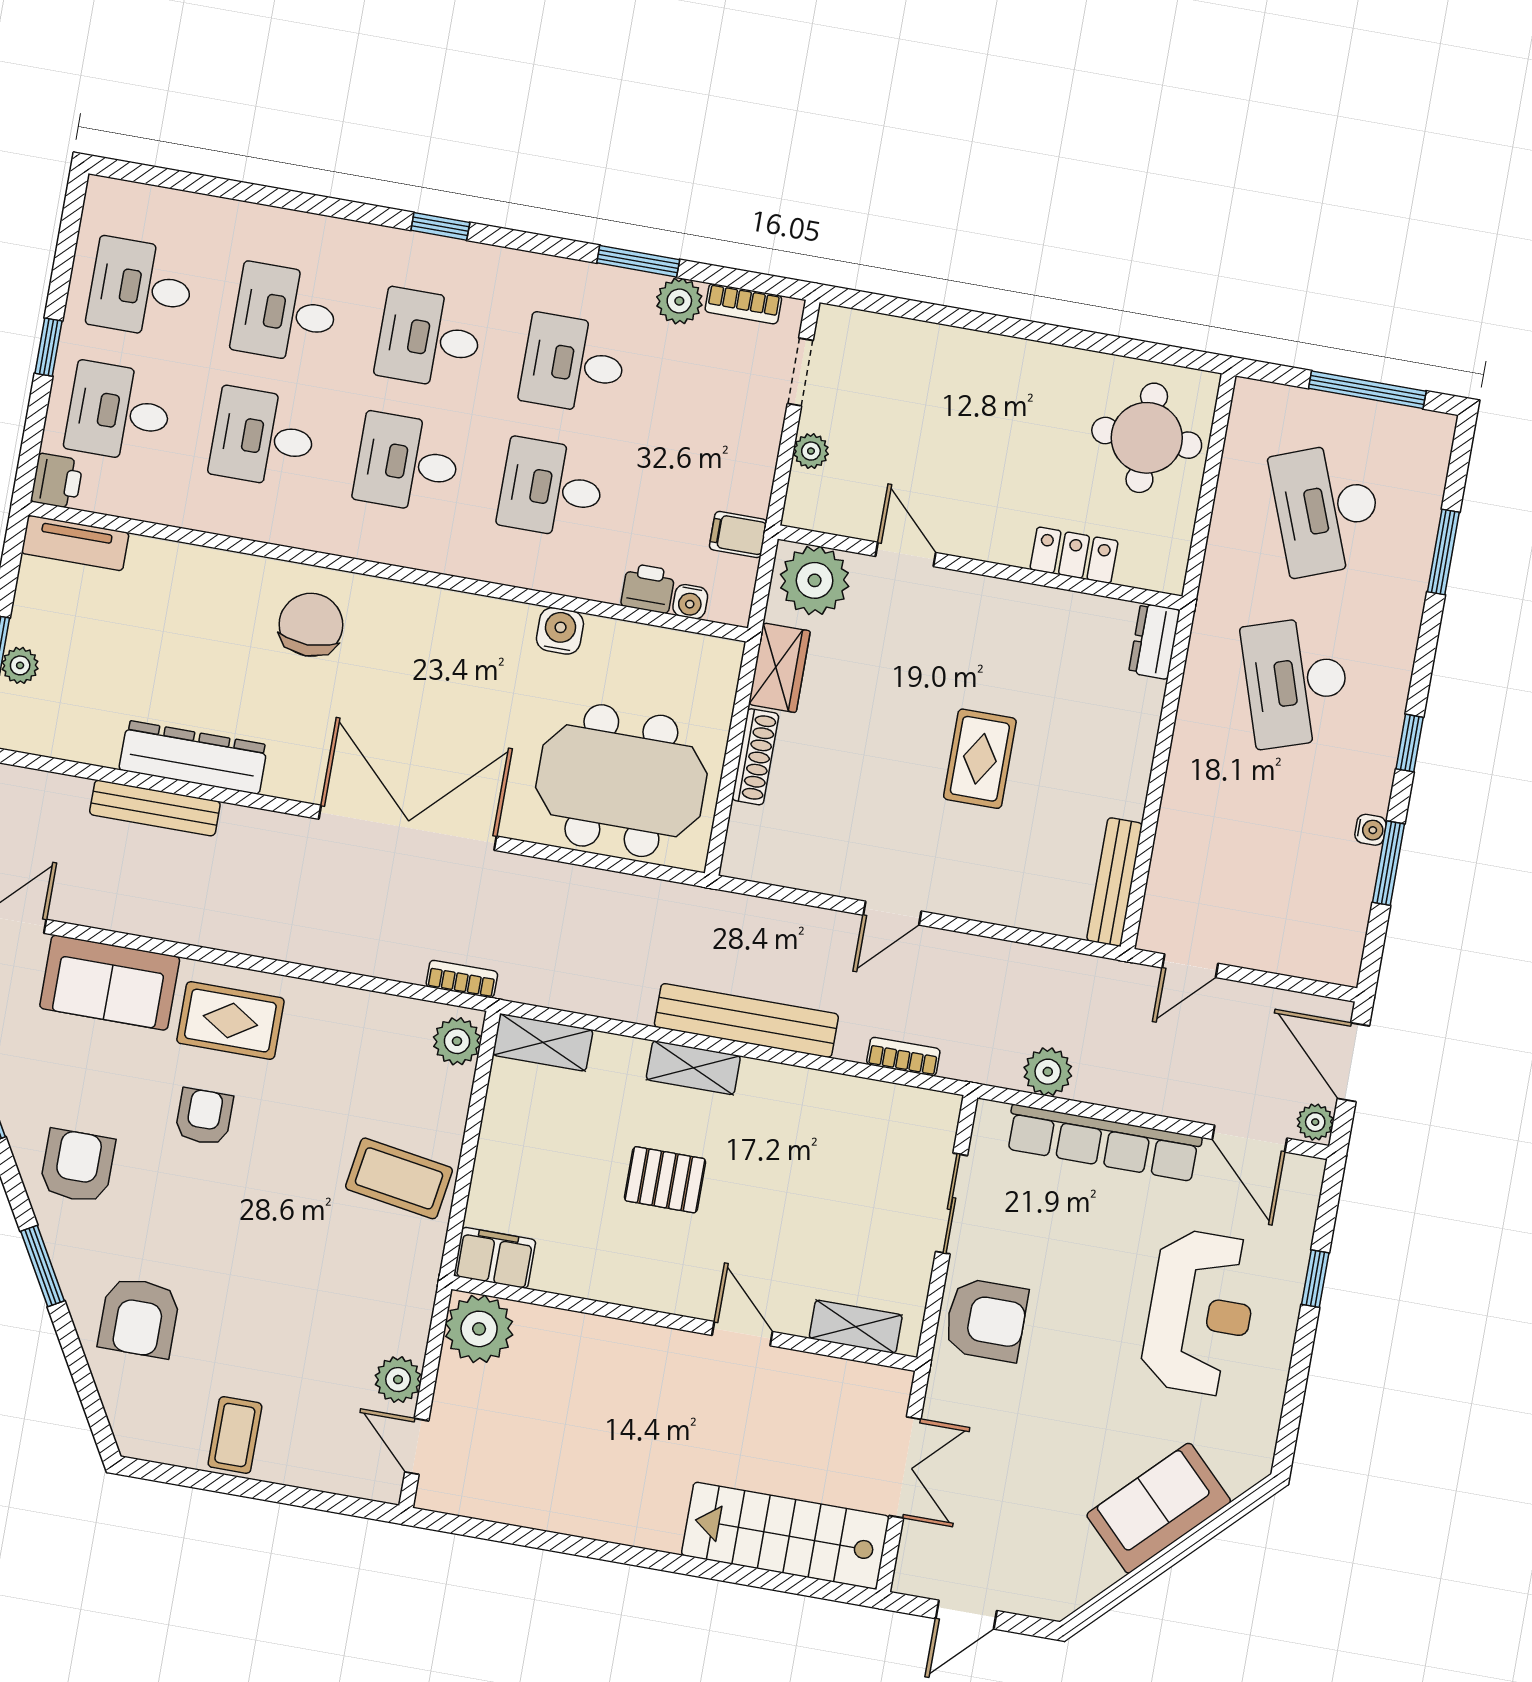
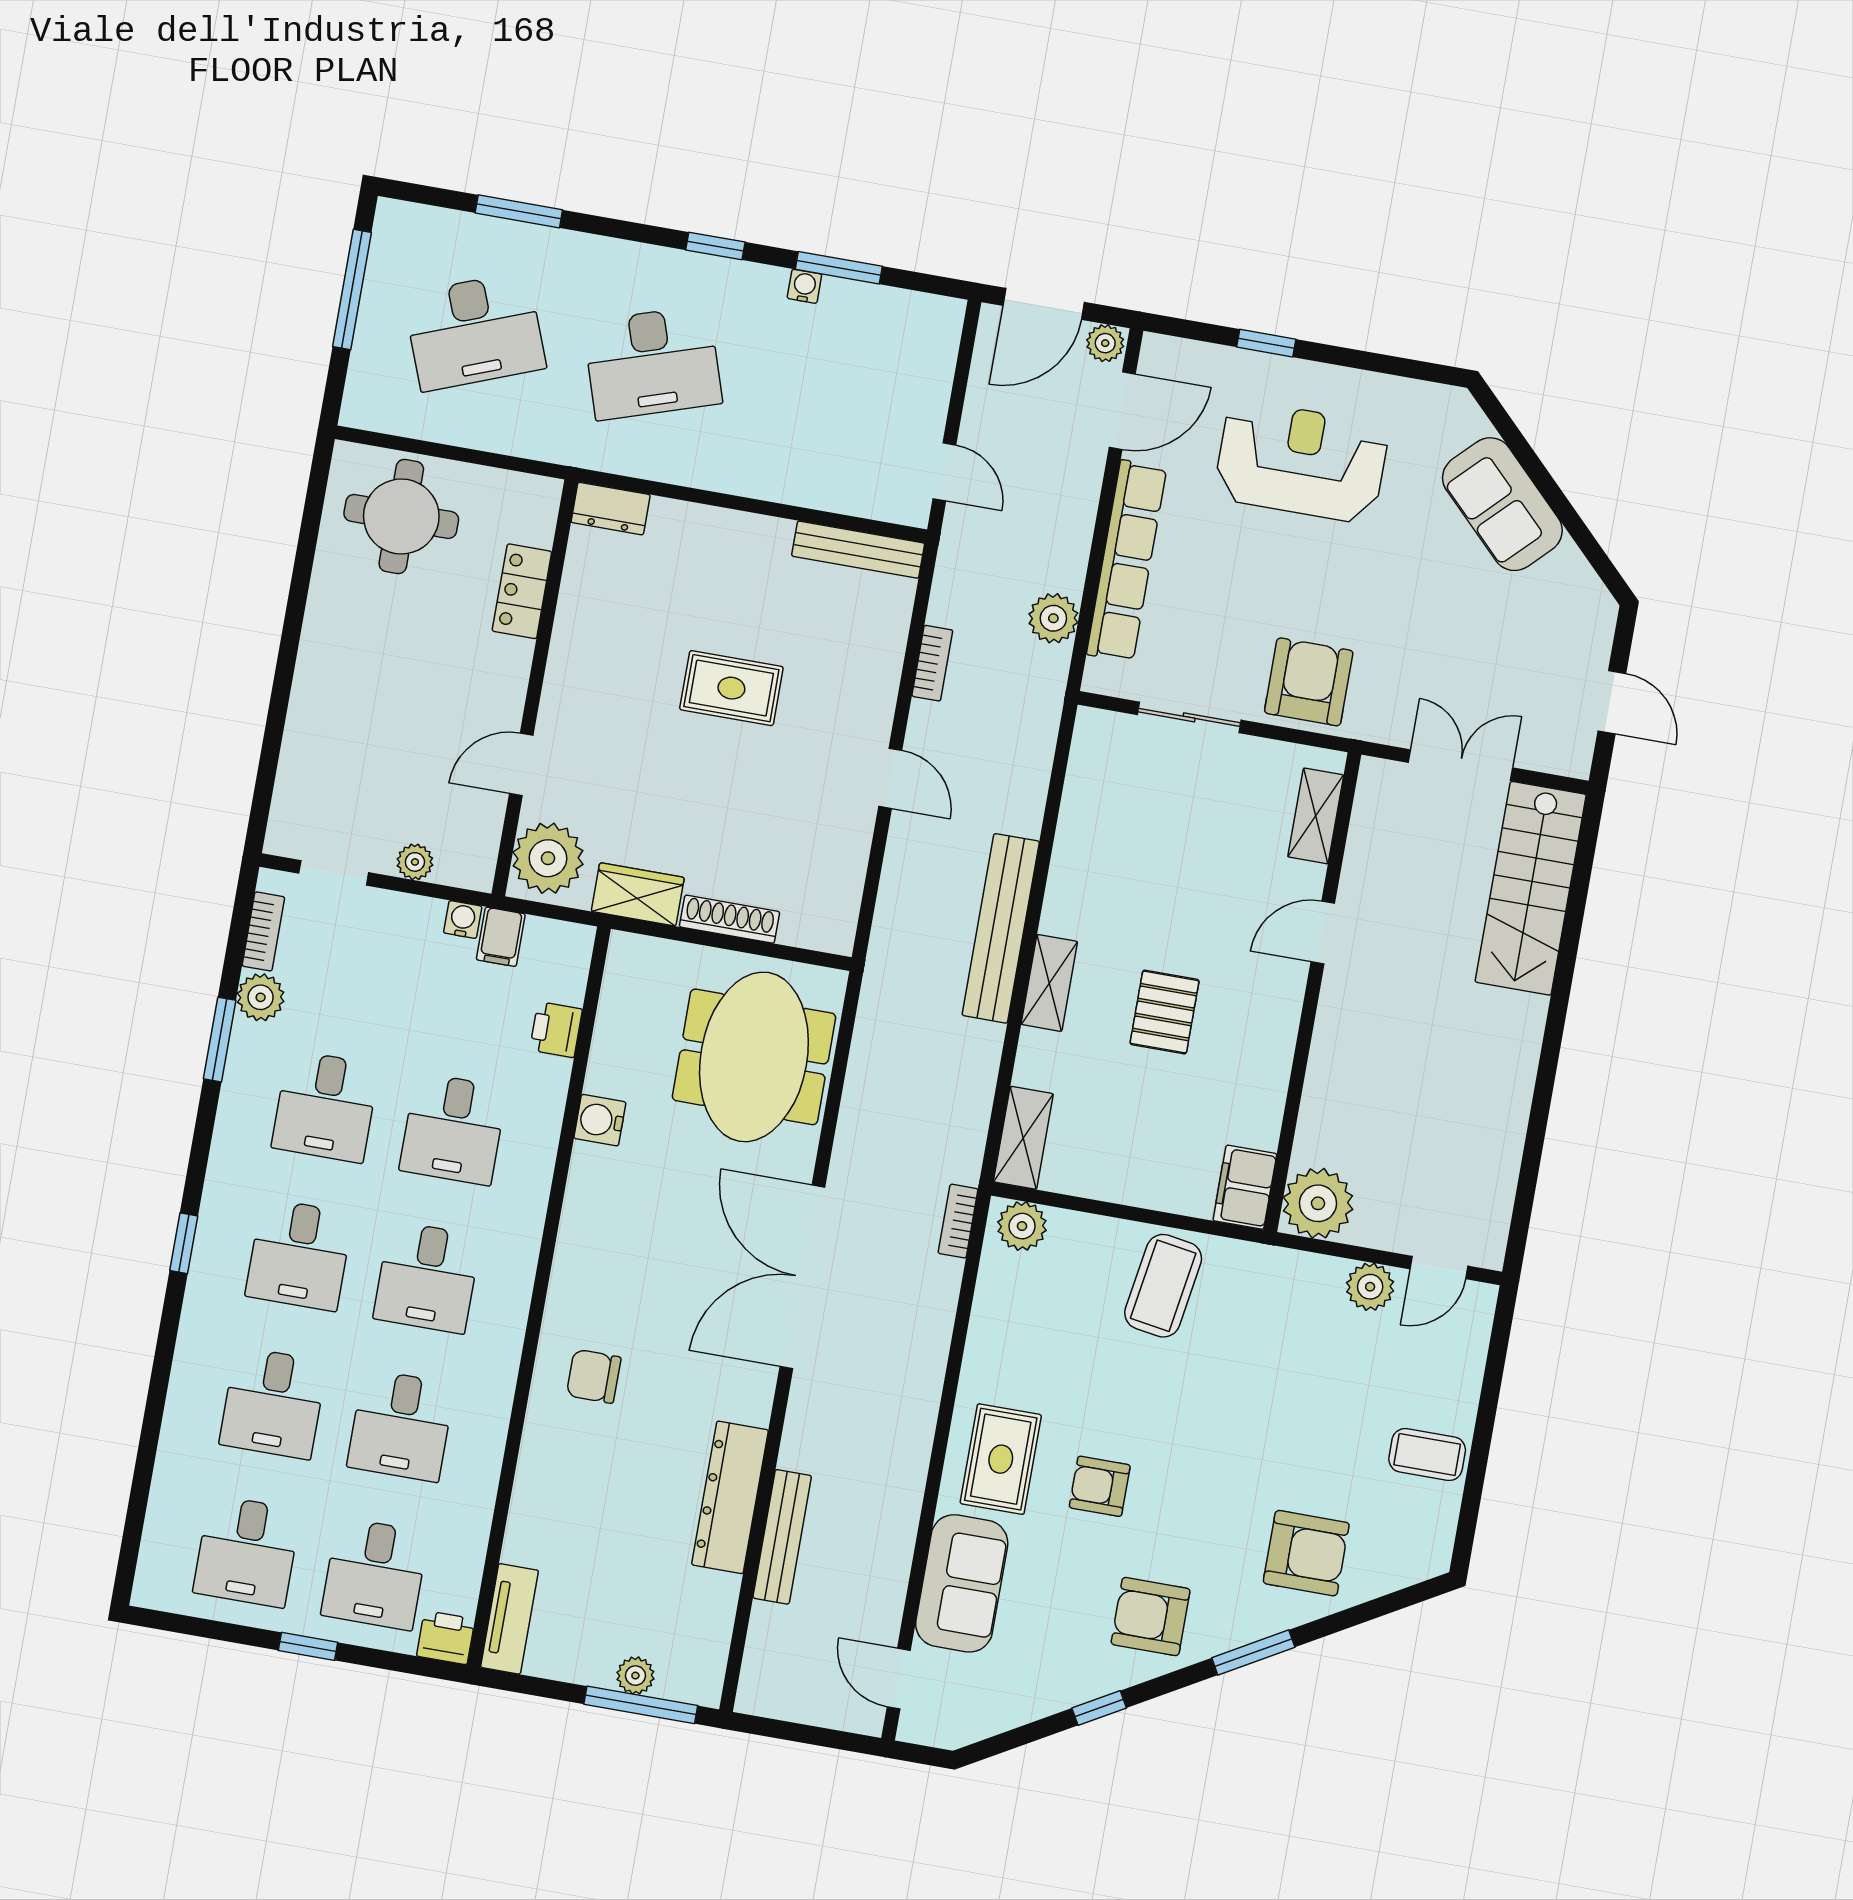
water cooler: (690, 602) -> (463, 920), moved, turned -90
chair: (311, 625) -> (594, 1376), width x0.73, depth x0.73
bookcase: (903, 1057) -> (932, 663), moved, turned 180

